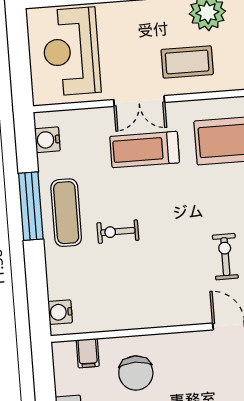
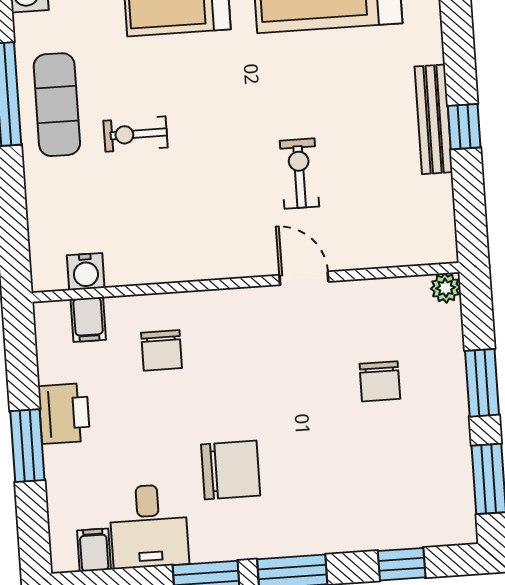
water cooler: (60, 312) -> (86, 272), moved, turned -90
chair: (136, 373) -> (162, 350), width x0.73, depth x0.73

